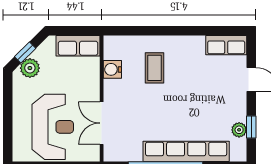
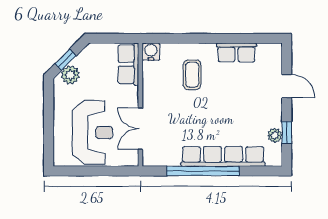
row of seats: (226, 45) -> (236, 52), moved
row of seats: (78, 46) -> (128, 64), moved, turned 90
water cooler: (112, 69) -> (151, 52), moved, turned 90

